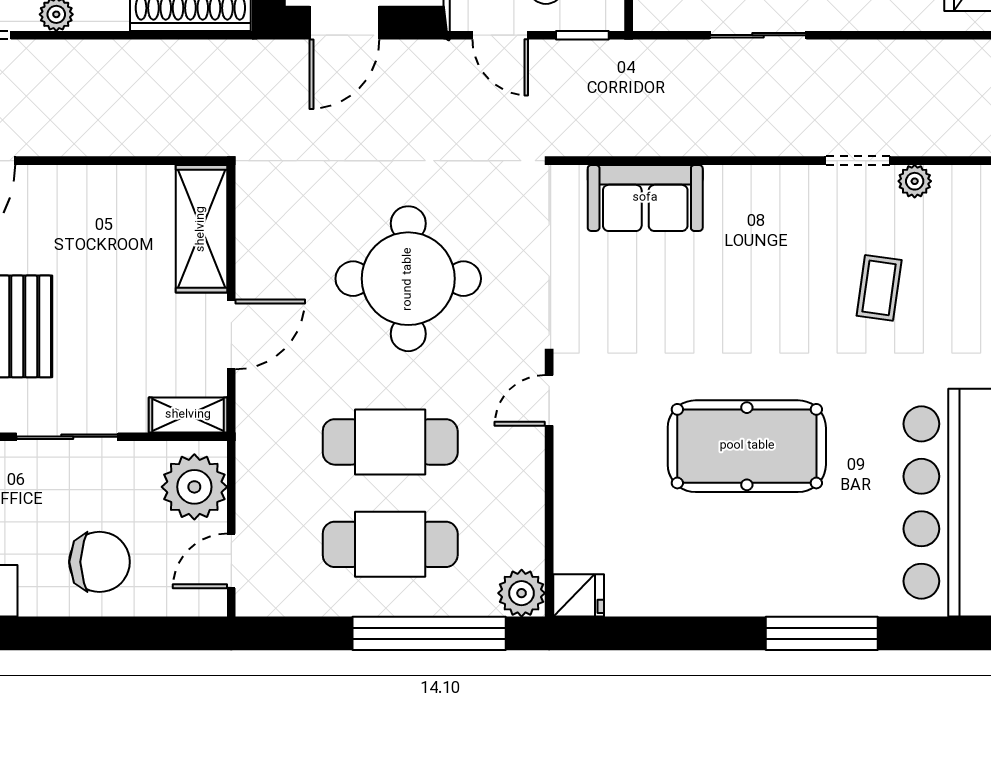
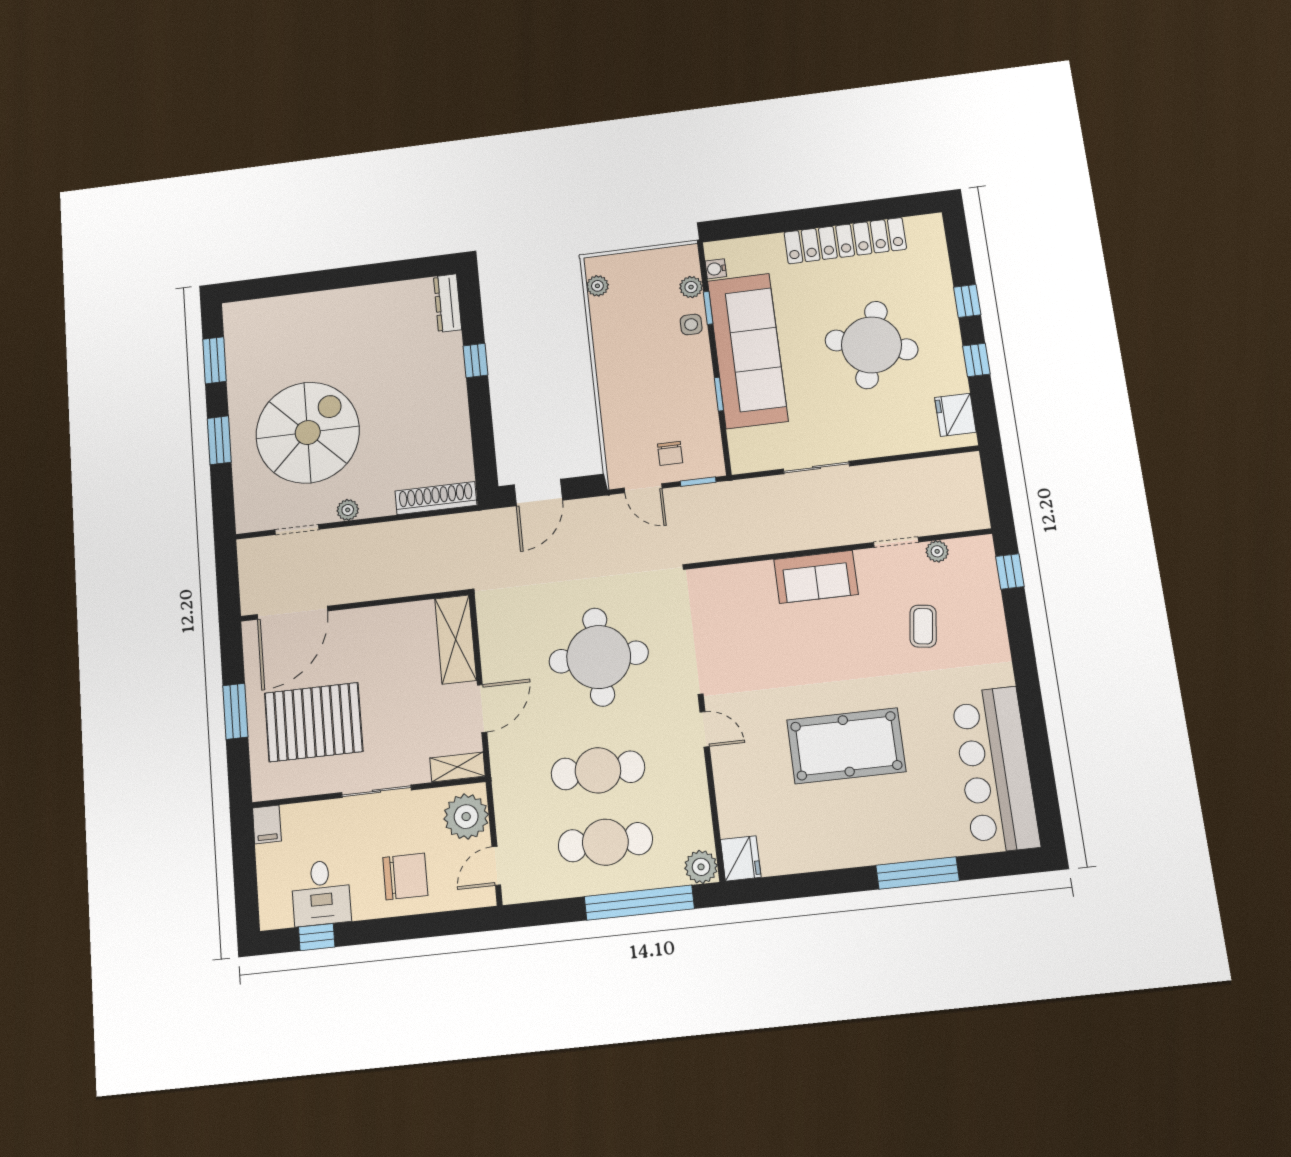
sofa: (645, 198) -> (816, 577), moved
door: (549, 400) -> (705, 729), swing flipped
fridge: (579, 595) -> (741, 858), width x1.38

